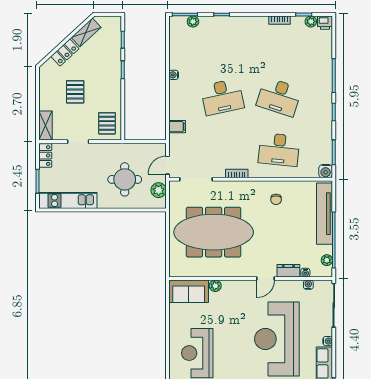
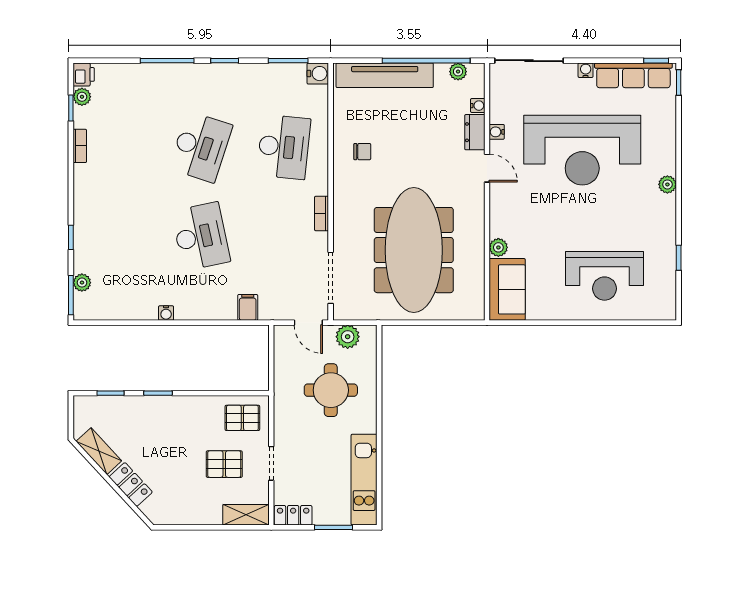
pallet: (75, 92) -> (224, 464), moved
water cooler: (308, 285) -> (497, 132), moved

